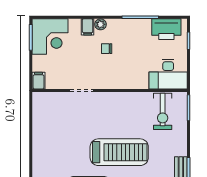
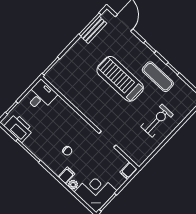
plant: (101, 24) -> (73, 185), moved
desk: (168, 74) -> (41, 96), width x0.73
exercise bike: (163, 111) -> (157, 121), moved

